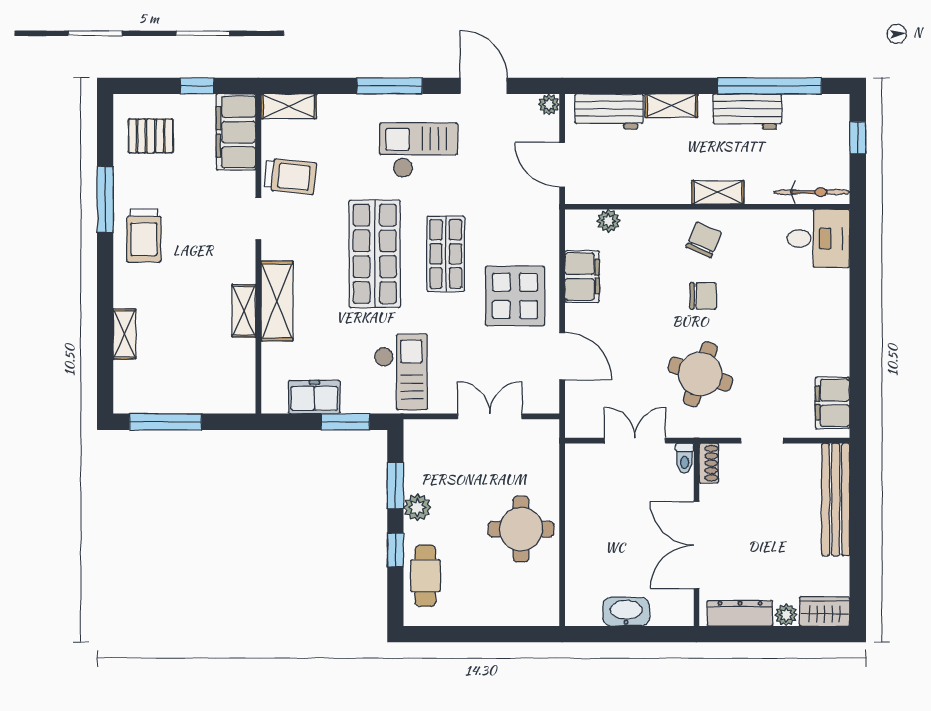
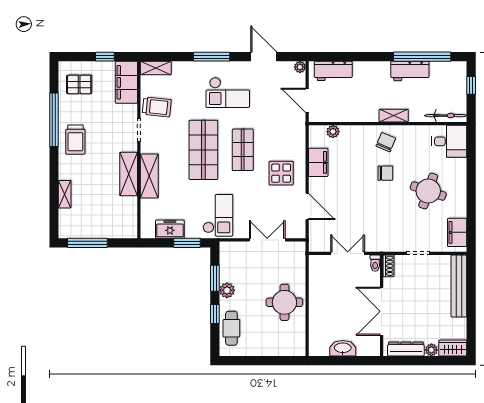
shelving: (671, 106) -> (368, 68), removed
checkout: (419, 150) -> (228, 92), turned 180
window: (105, 200) -> (54, 120), width x1.46
display table: (515, 296) -> (281, 173), width x0.73, depth x0.73
shelving: (244, 311) -> (129, 174), width x1.50, depth x1.33
round table: (700, 374) -> (428, 191), moved

